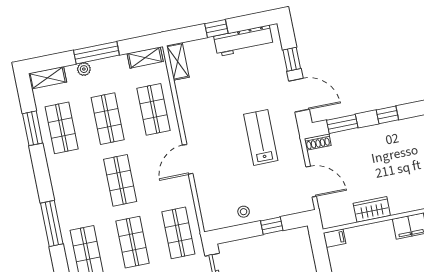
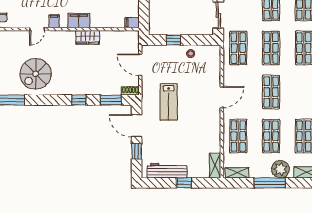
plant: (84, 69) -> (280, 169), width x1.87, depth x1.87
wardrobe: (372, 209) -> (88, 37), moved

